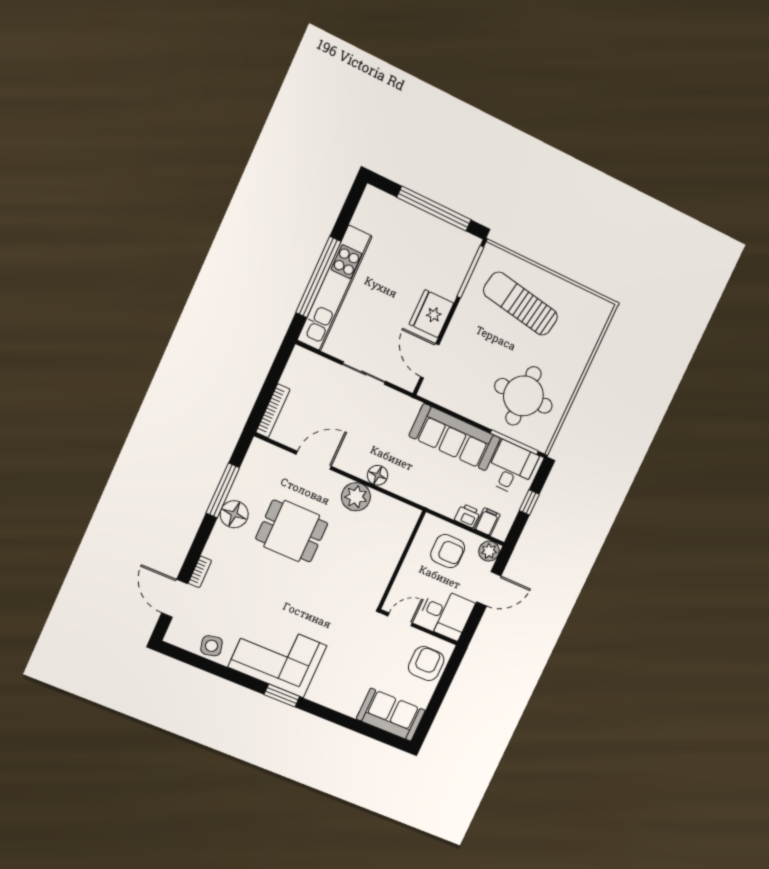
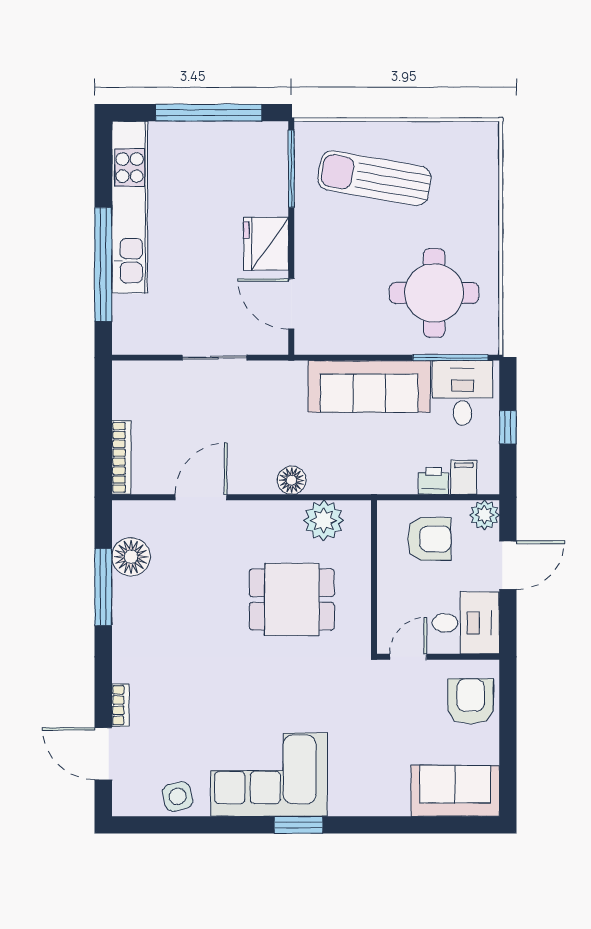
kitchen unit: (335, 288) -> (130, 207), moved
plant: (356, 497) -> (324, 520), moved
floor lamp: (234, 514) -> (131, 557), moved
dining table: (292, 531) -> (292, 599), moved

